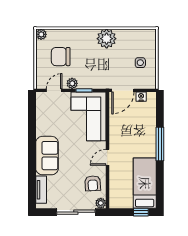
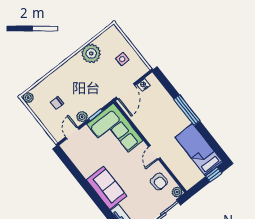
plant: (107, 39) -> (91, 53), moved
chair: (61, 57) -> (57, 103), width x0.54, depth x0.54

